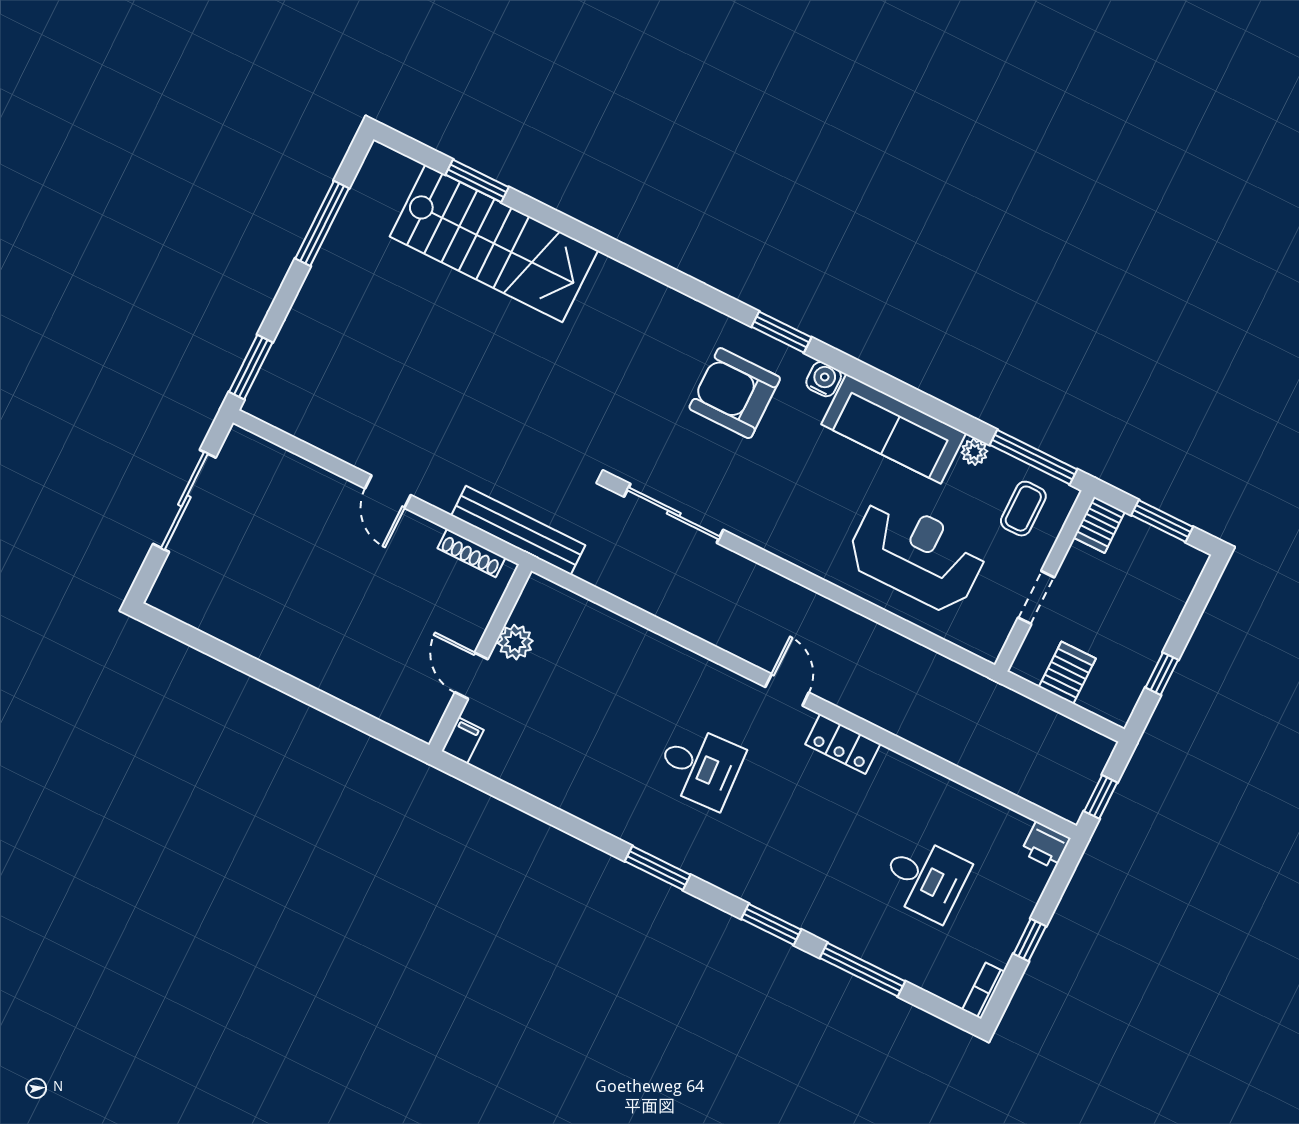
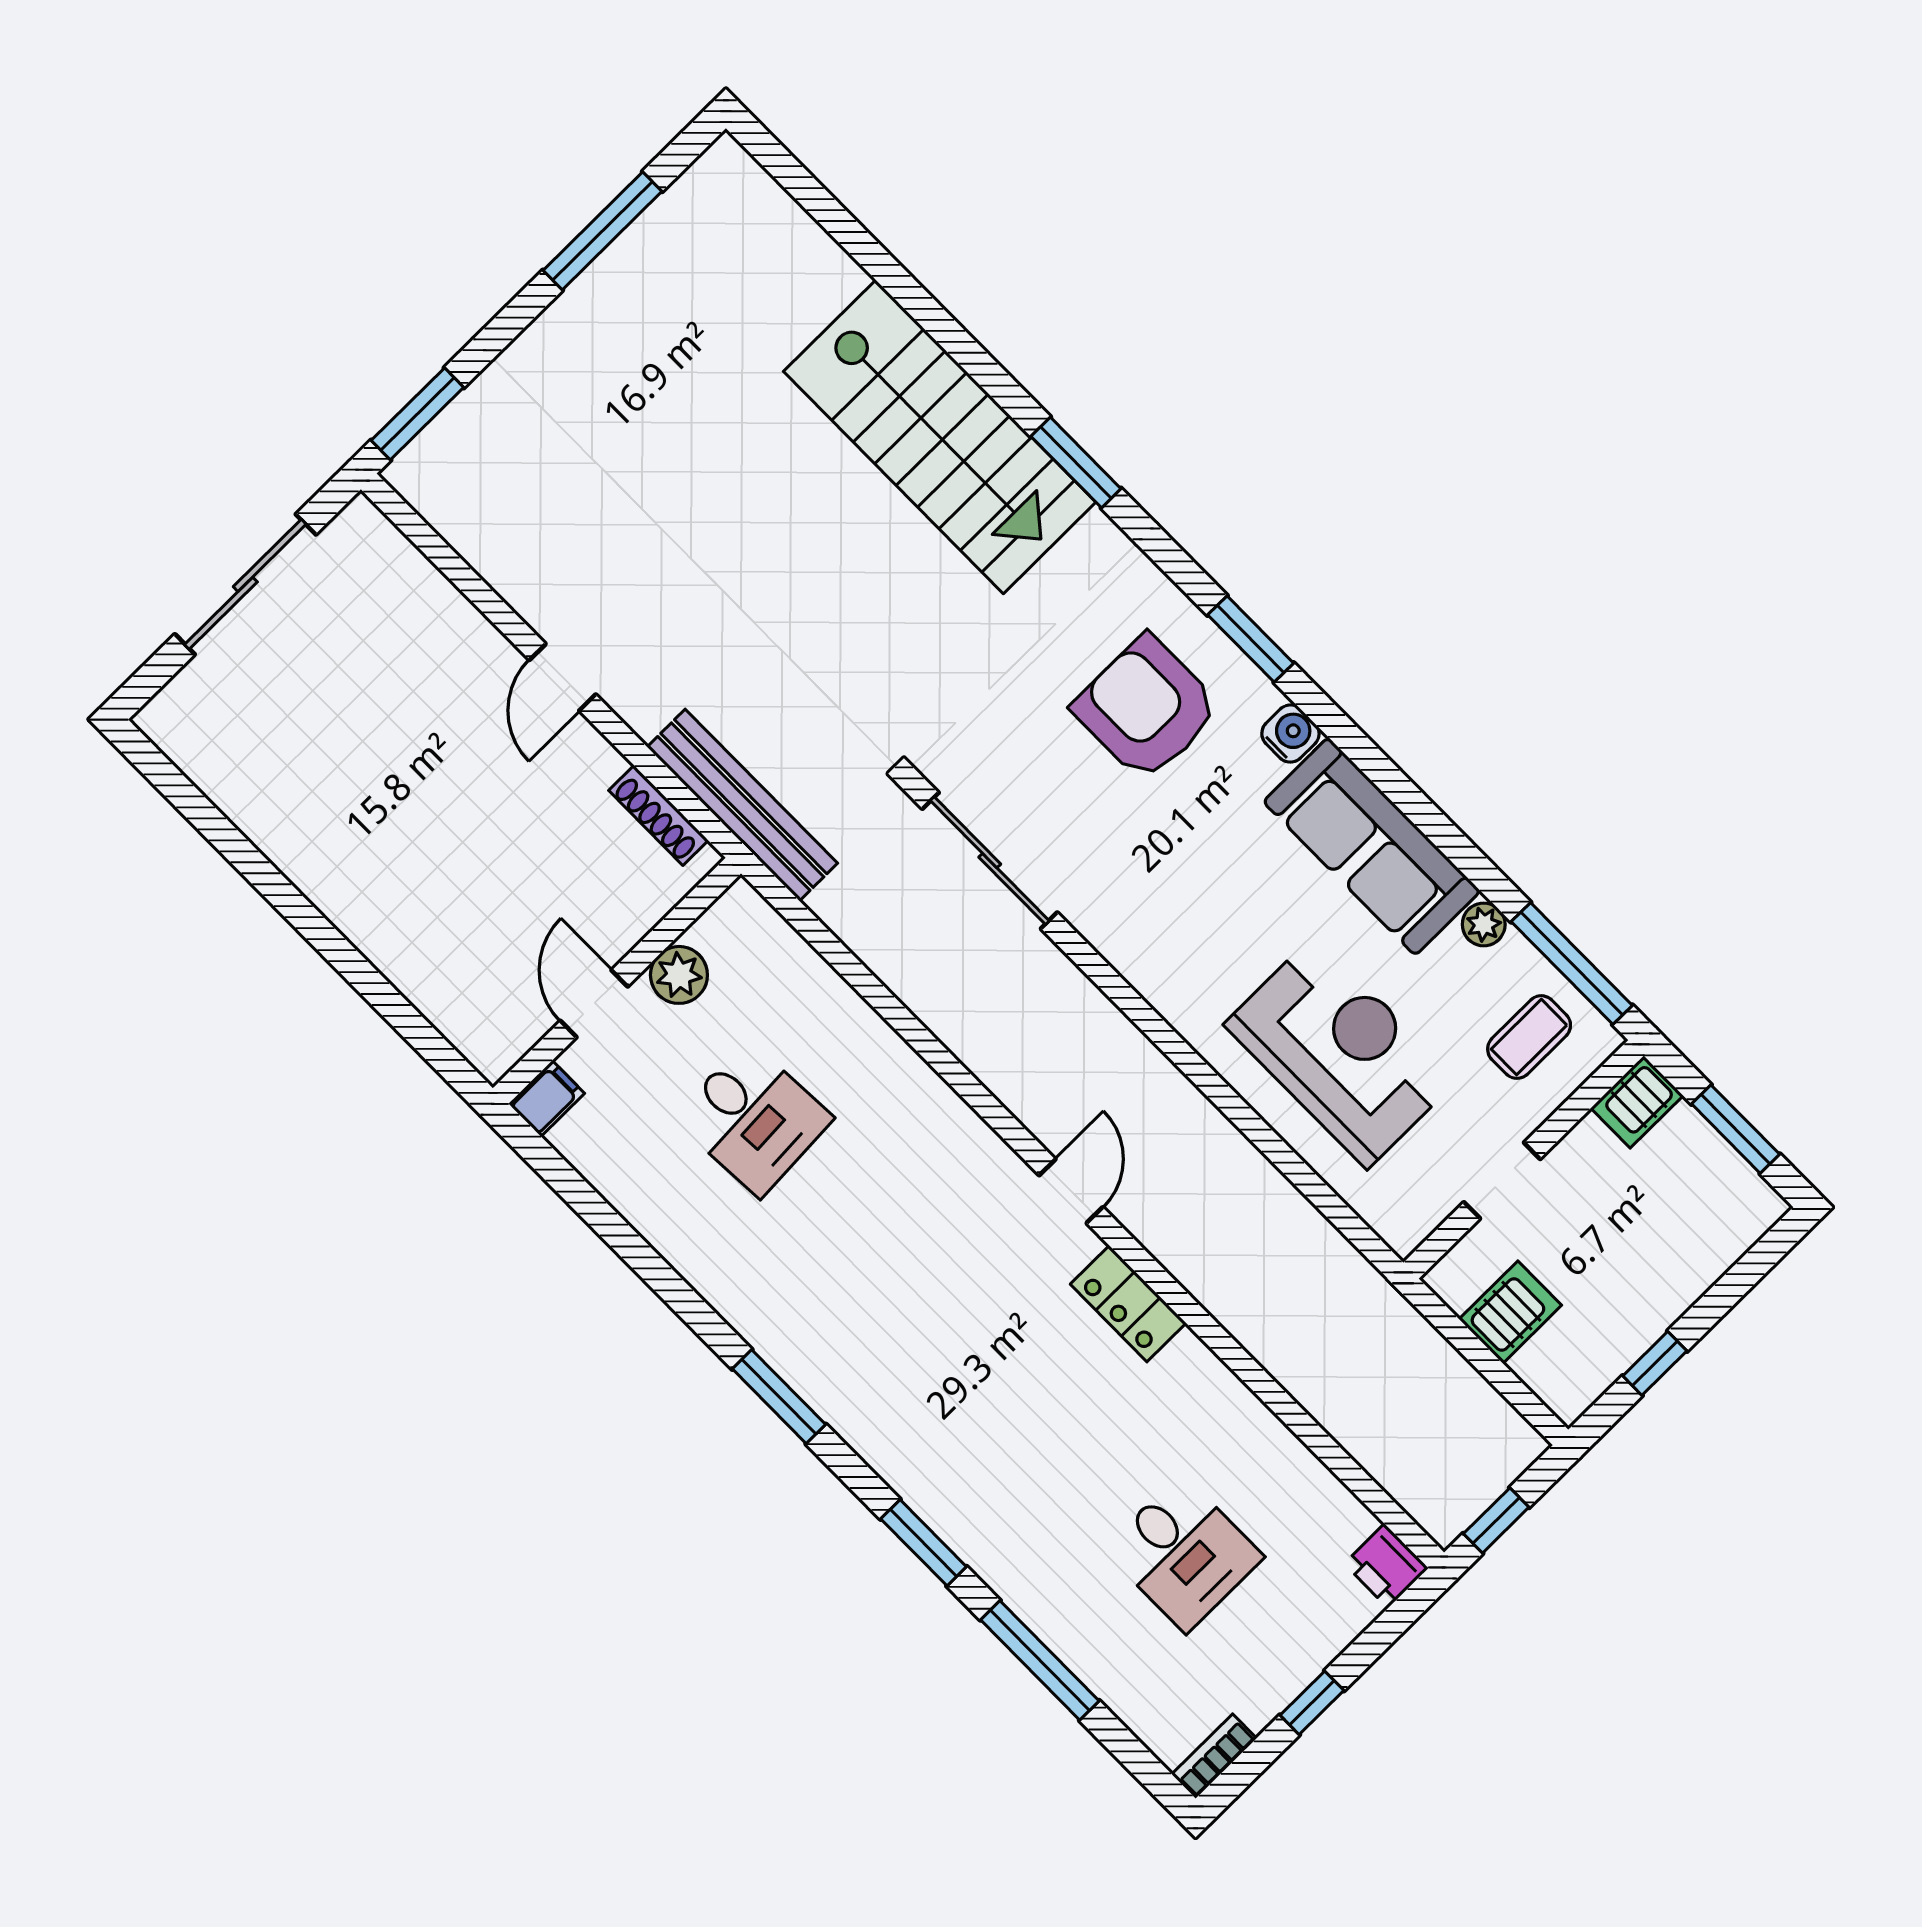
window: (477, 181) -> (1076, 462), moved
stairs: (494, 243) -> (940, 437), moved
desk: (700, 767) -> (753, 1119), moved

